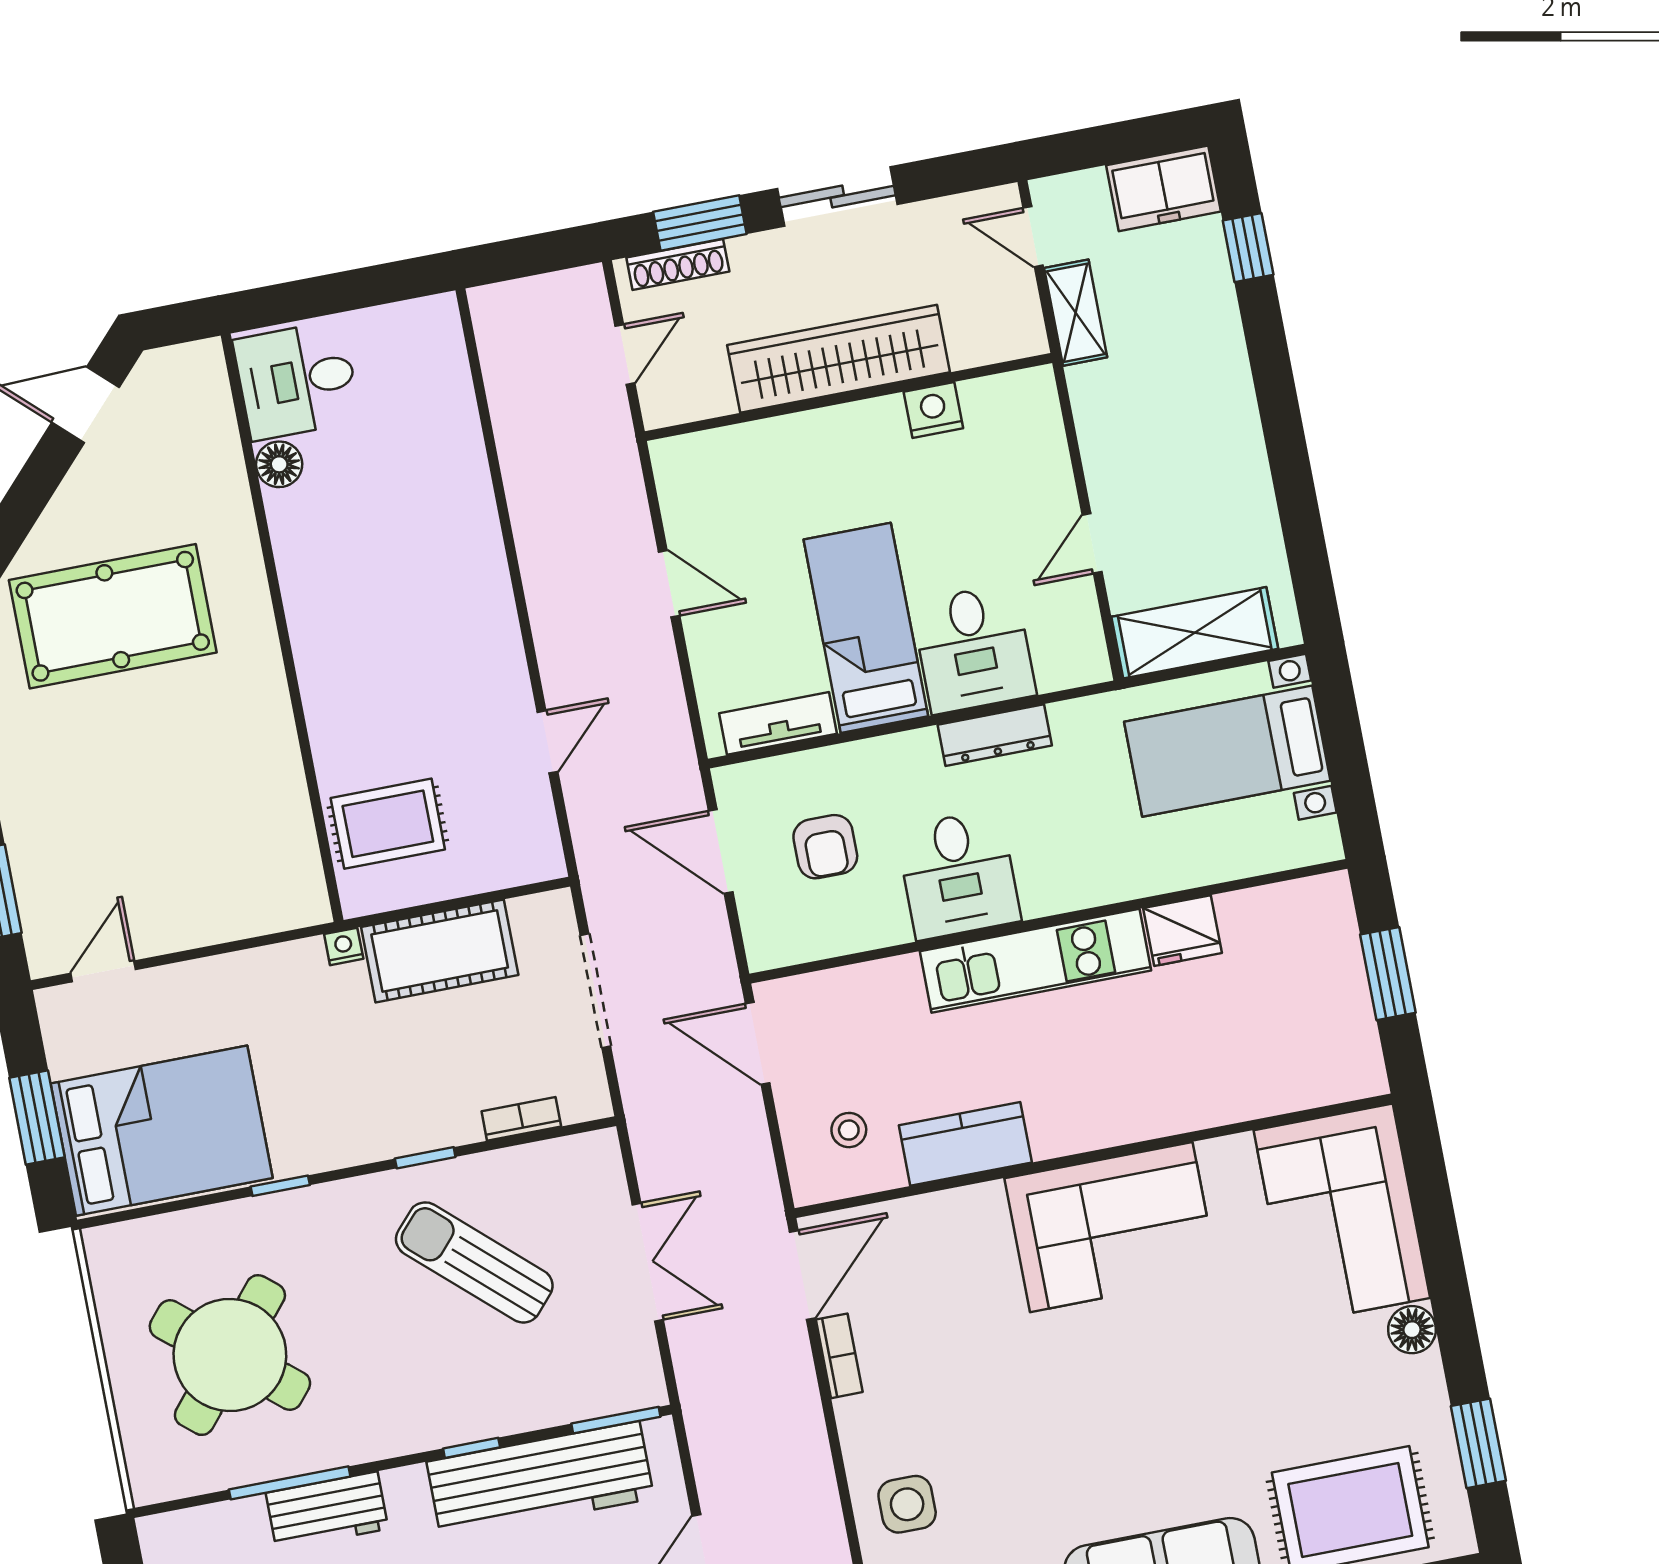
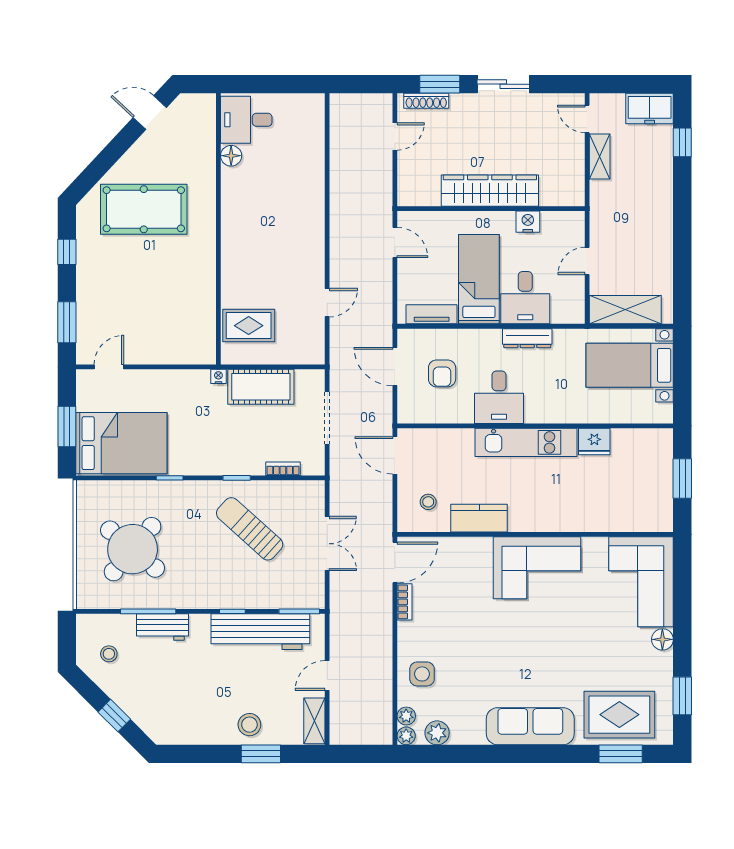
wardrobe: (839, 359) -> (490, 191), moved
wall: (849, 397) -> (491, 209), moved
nightstand: (933, 410) -> (528, 222), moved

